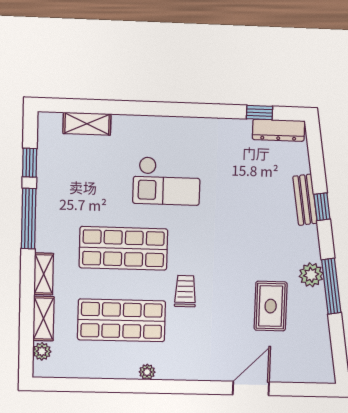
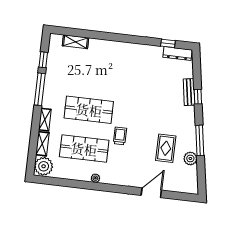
checkout: (167, 181) -> (115, 76), removed
plant: (311, 275) -> (190, 158), moved
plant: (42, 351) -> (44, 166), width x1.88, depth x1.88

